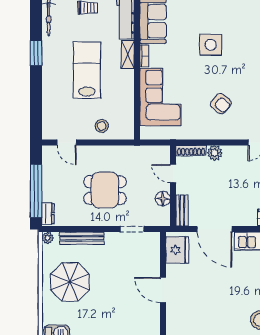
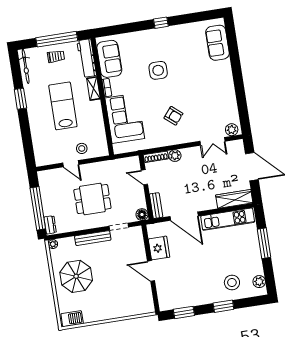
door: (67, 143) -> (71, 164), moved
floor lamp: (163, 199) -> (142, 215), moved
bench: (82, 238) -> (93, 238), moved
fridge: (177, 250) -> (159, 248), moved

